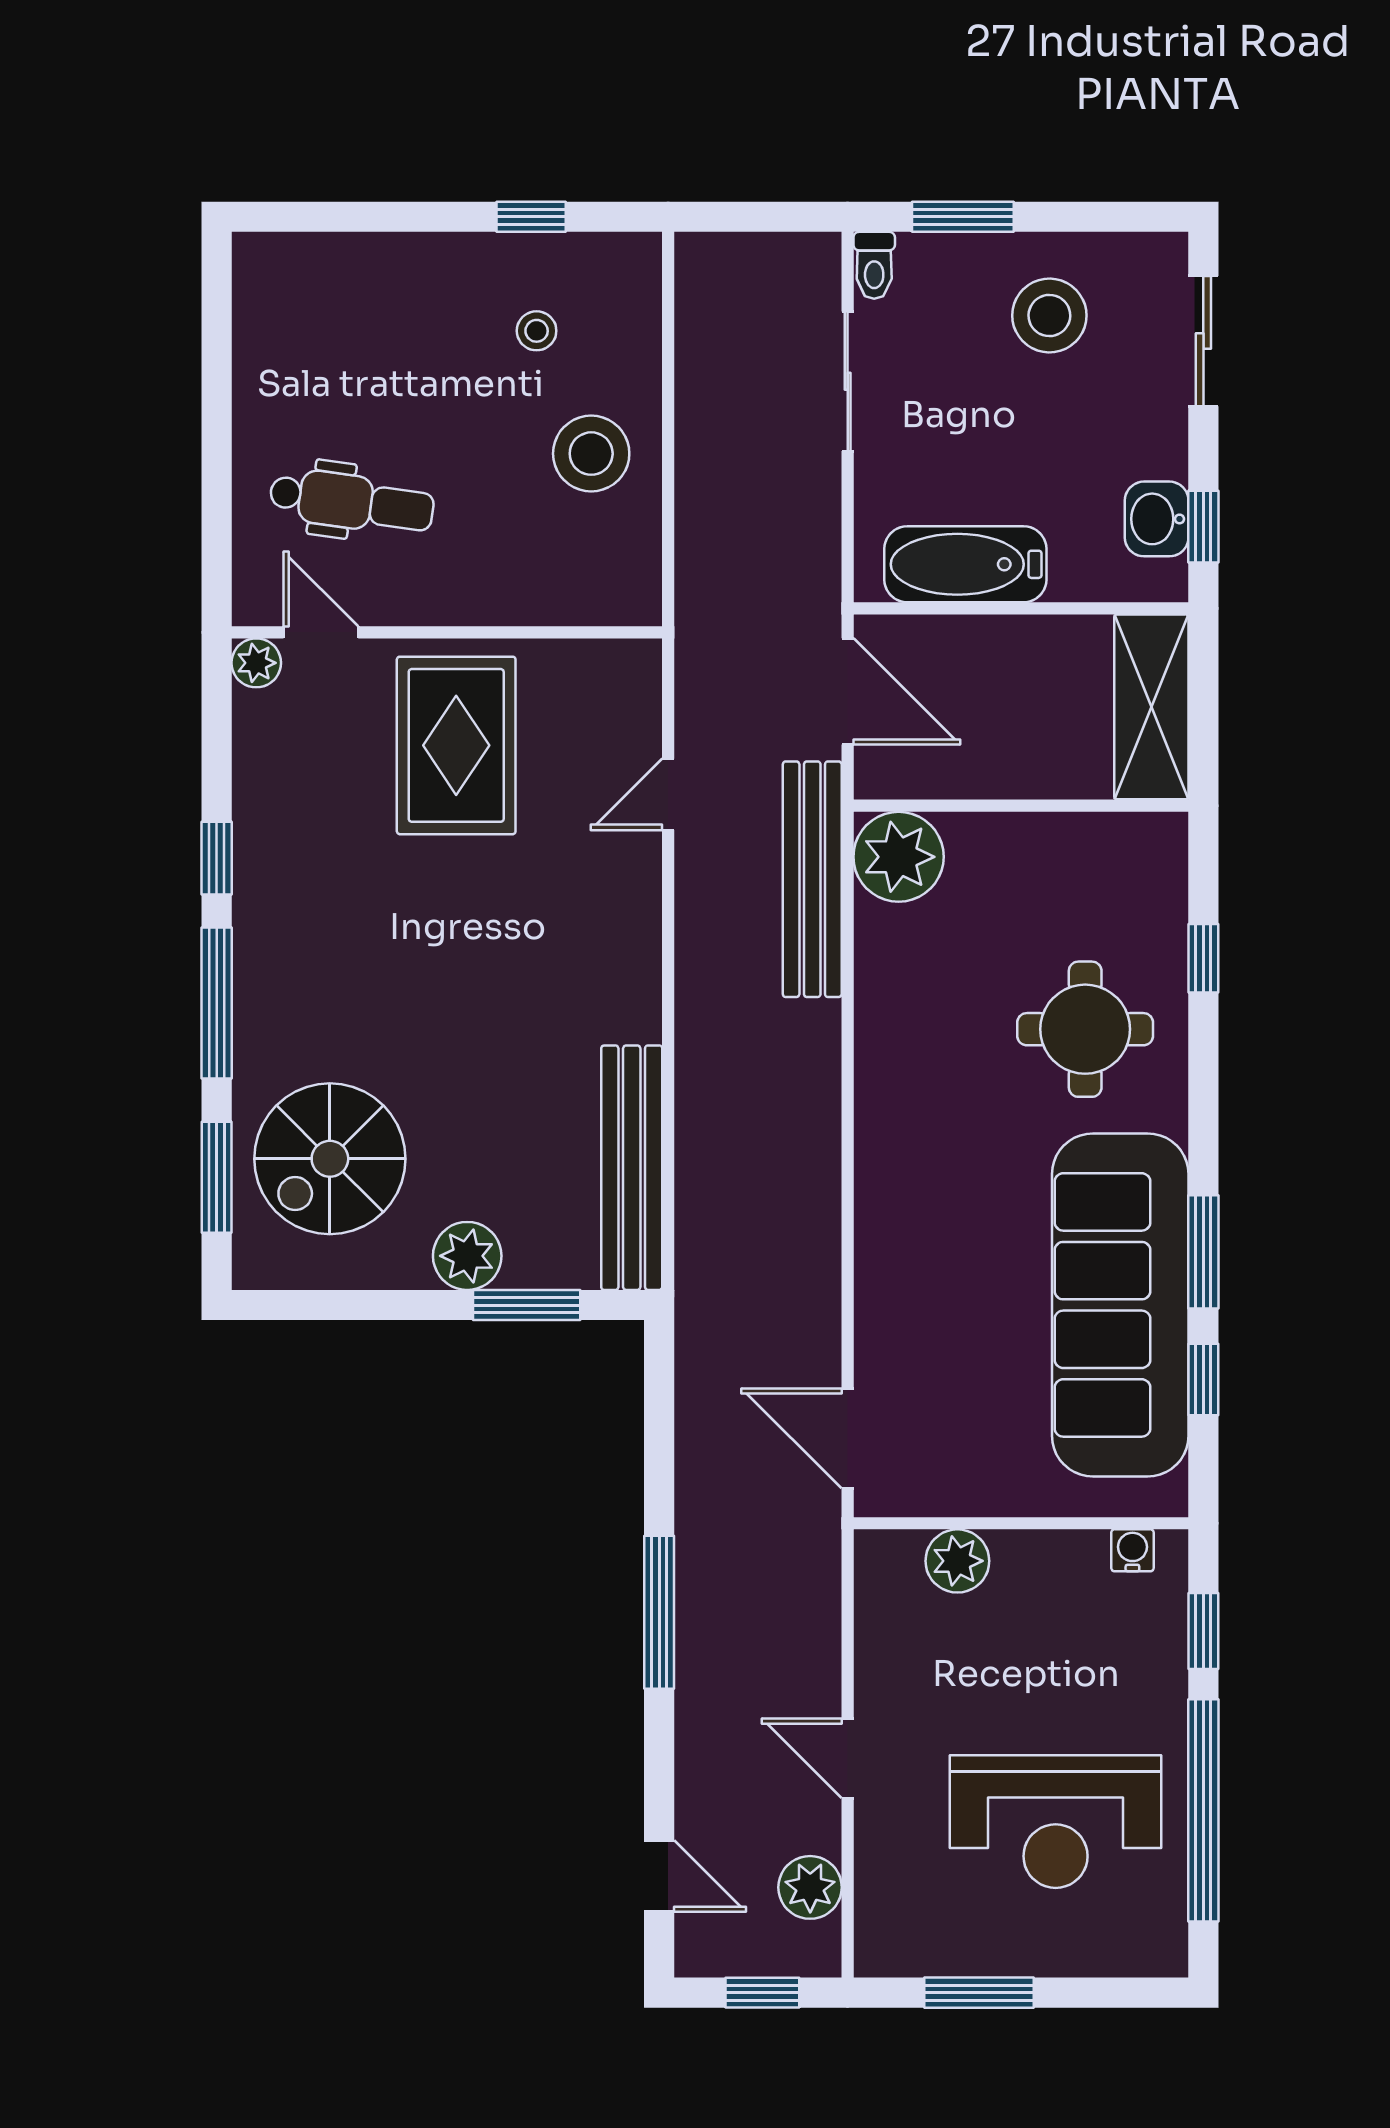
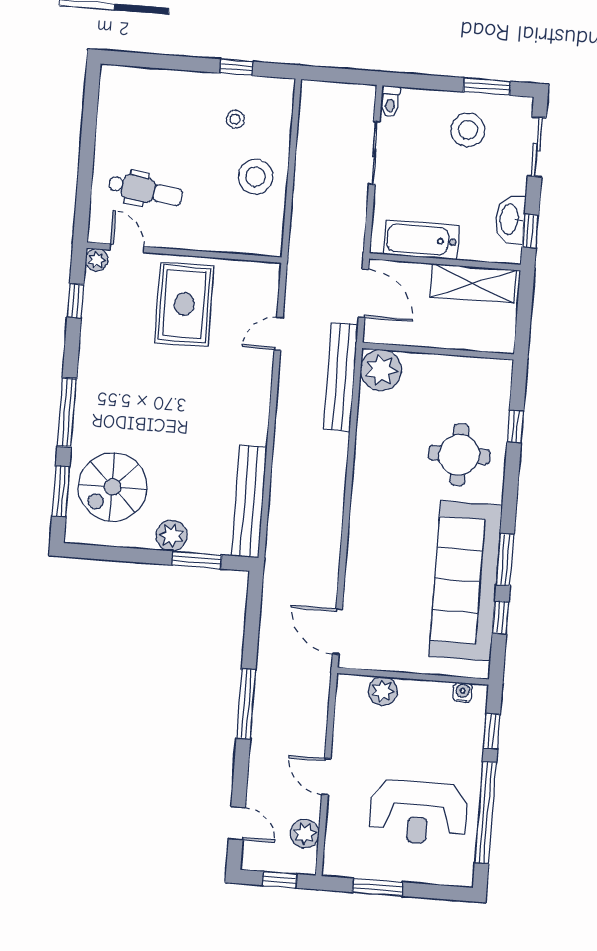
window: (963, 217) -> (487, 87), moved
washbasin: (1157, 519) -> (510, 219), width x1.38
shelving: (1151, 707) -> (473, 284), moved, turned 90
window: (217, 858) -> (75, 301), moved

